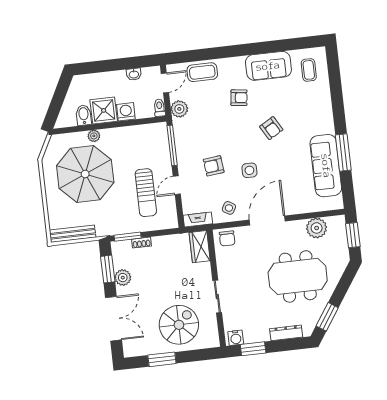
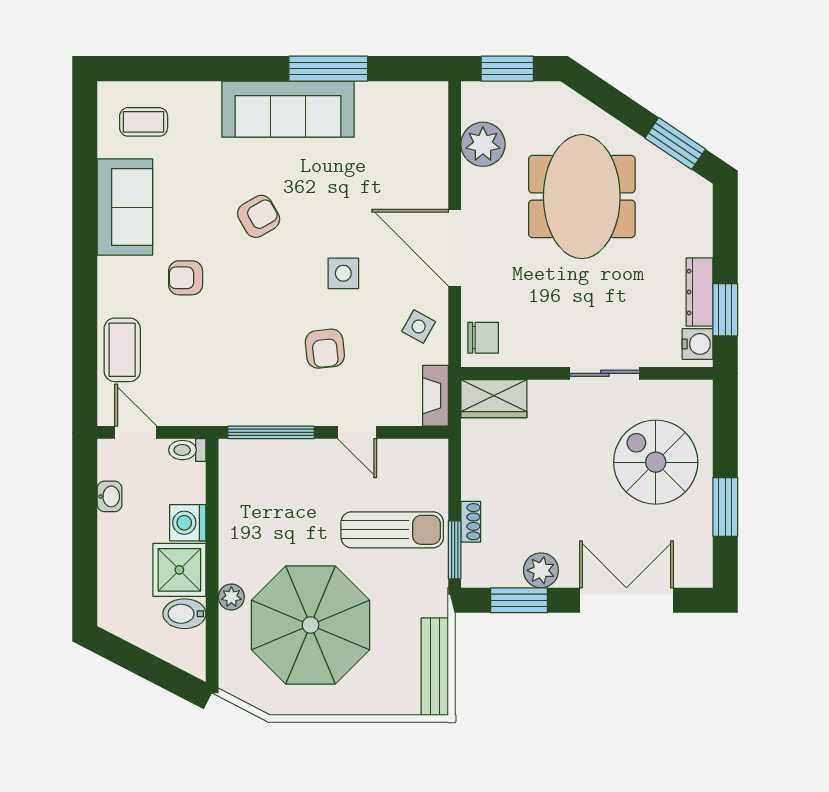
armchair: (239, 98) -> (186, 278), turned -97
plant: (179, 109) -> (195, 408), removed
sofa: (326, 166) -> (288, 109), moved
sun lounger: (146, 193) -> (392, 530), moved
dresser: (286, 333) -> (699, 292), moved

